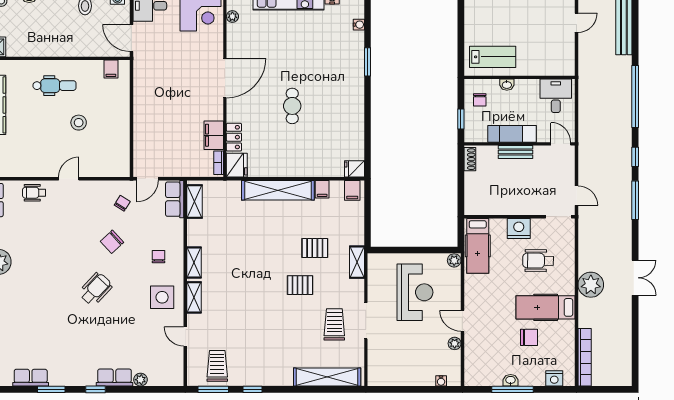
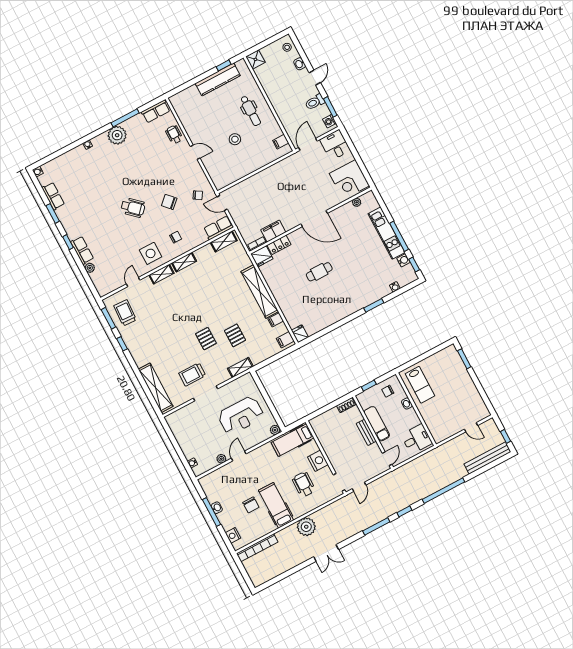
trolley: (334, 324) -> (192, 374), turned 180
trolley: (217, 366) -> (125, 313), turned -87

